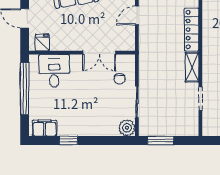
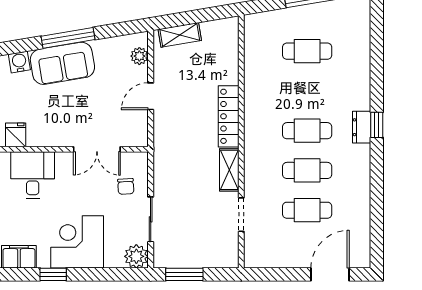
corner desk: (85, 118) -> (77, 242), added

